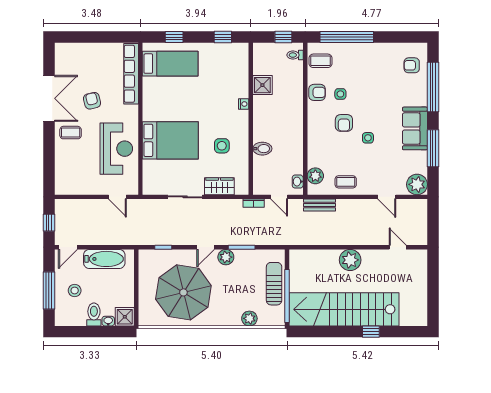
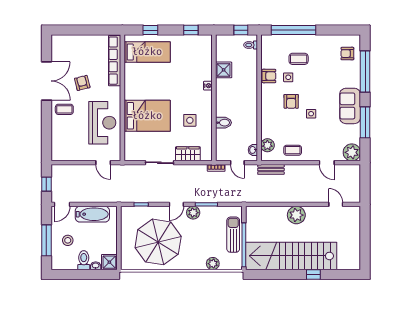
coffee table: (320, 61) -> (299, 59), moved

